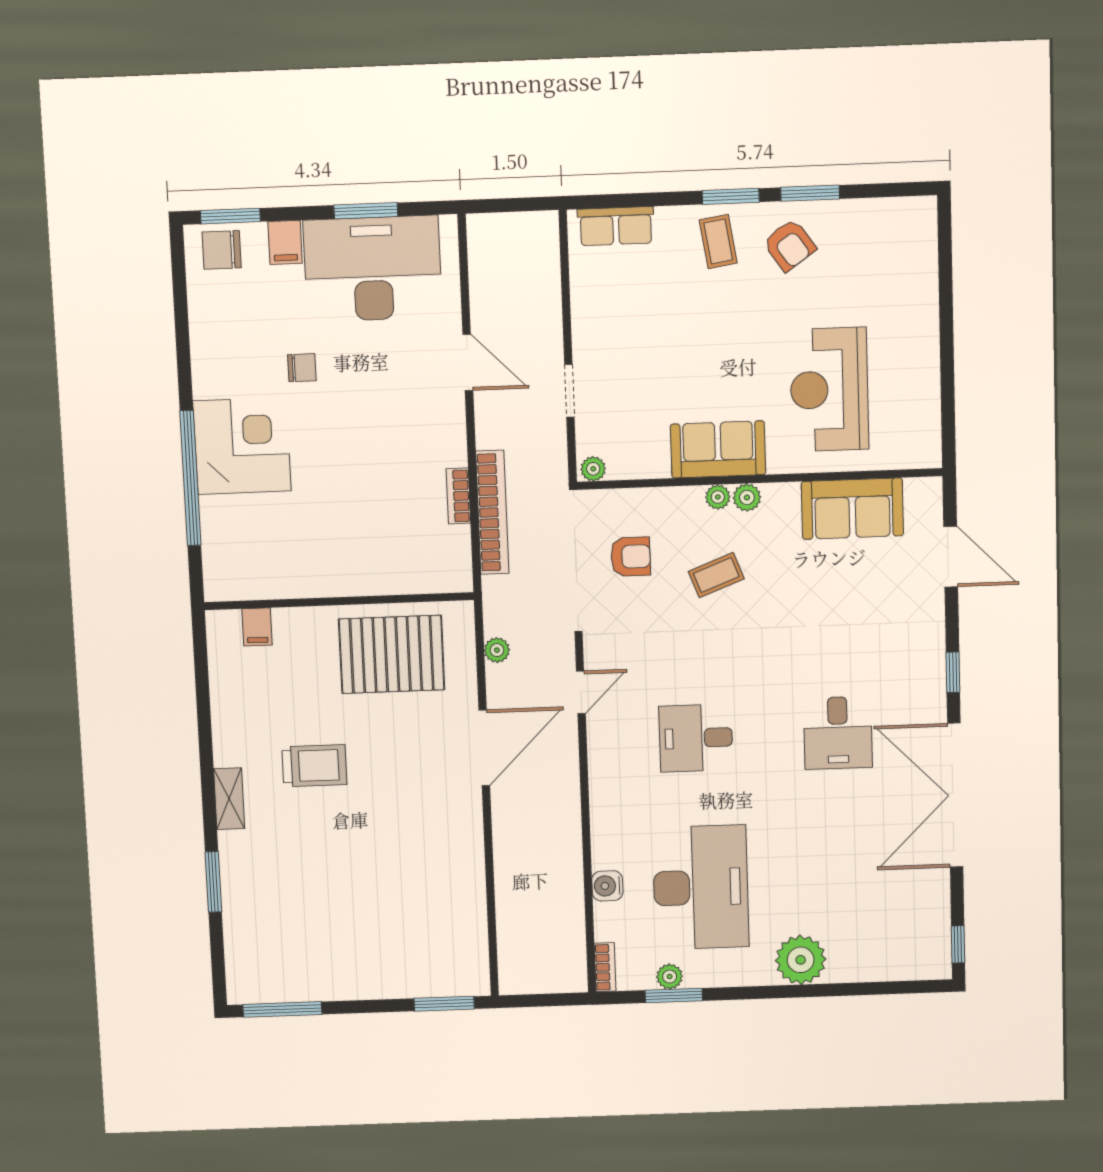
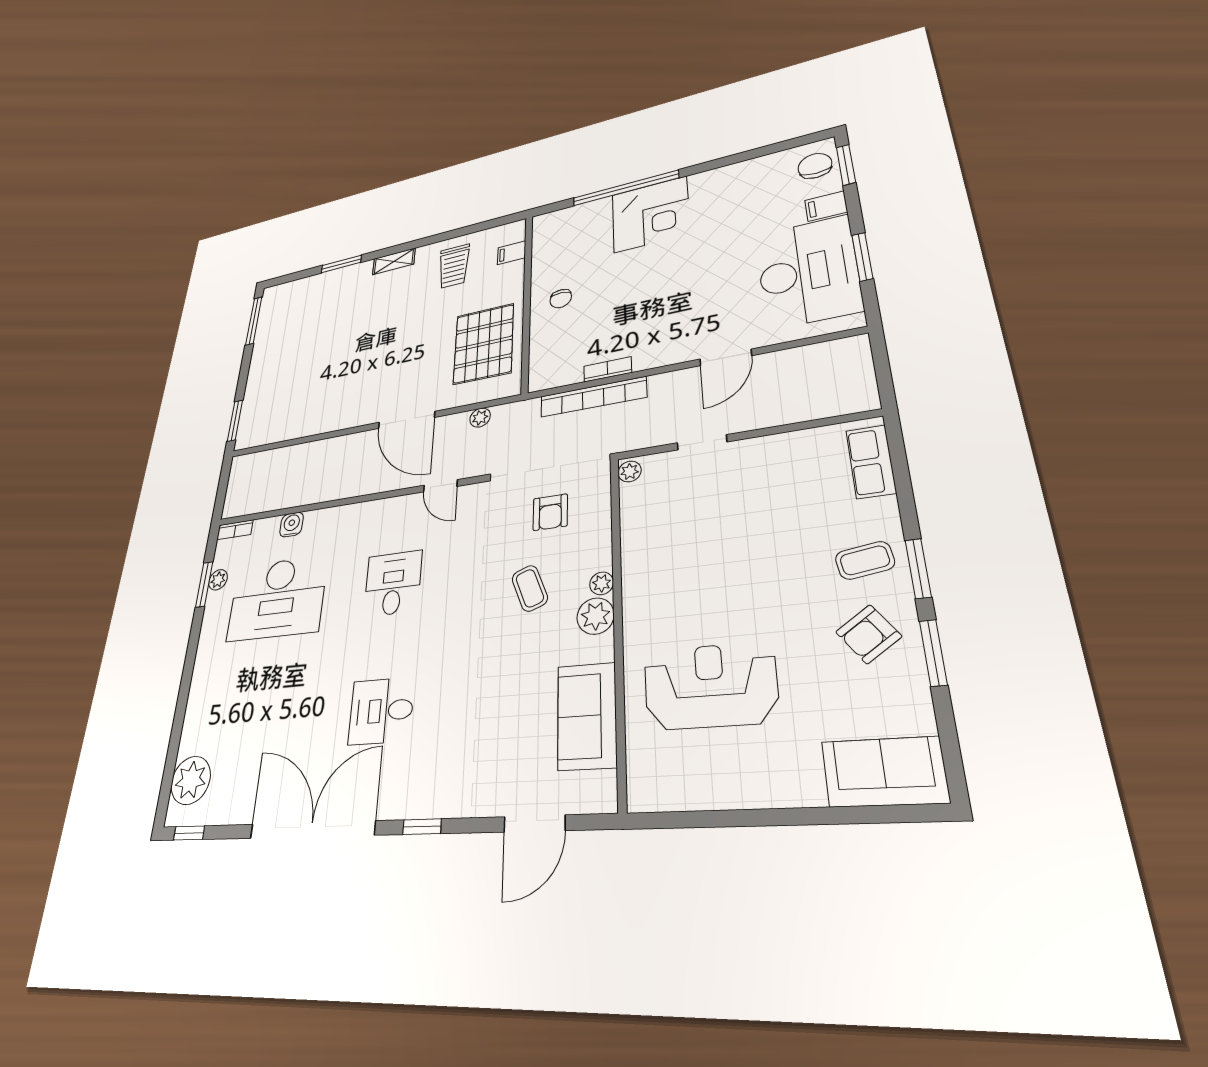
chair: (302, 368) -> (561, 299), moved
sofa: (718, 449) -> (884, 772), moved, turned -90
plant: (747, 497) -> (596, 616), width x1.38, depth x1.38
trolley: (314, 766) -> (454, 266), moved
plant: (801, 960) -> (191, 780), moved

